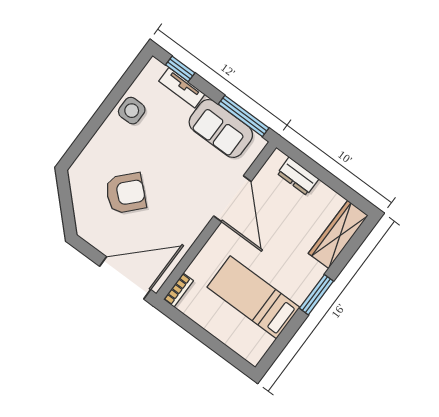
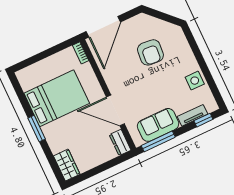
dresser: (298, 176) -> (120, 142), moved, turned -90
armchair: (126, 193) -> (150, 52), turned -38
wardrobe: (338, 234) -> (67, 165), width x0.67
bed: (253, 297) -> (57, 98), width x1.50

